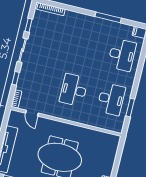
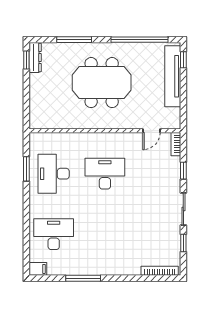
desk: (122, 55) -> (54, 234), turned 90
desk: (74, 90) -> (105, 174), turned -90
door: (32, 113) -> (151, 131), swing flipped

